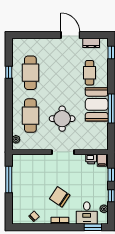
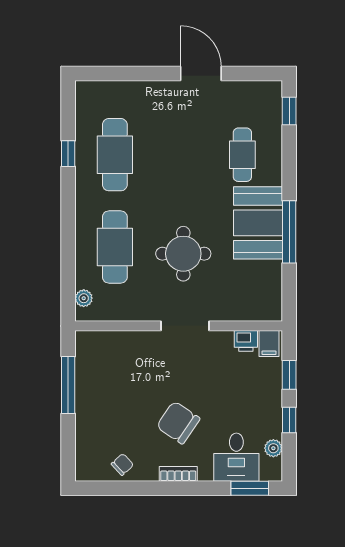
dresser: (91, 43) -> (246, 90), removed

